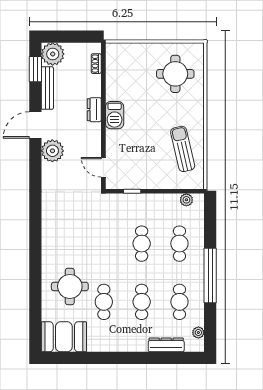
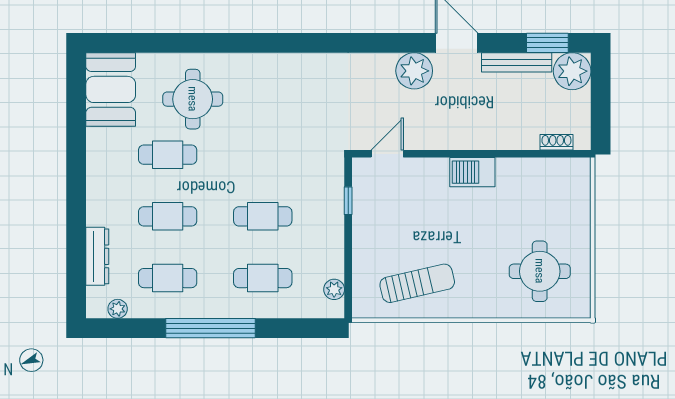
dresser: (94, 110) -> (481, 139), removed

